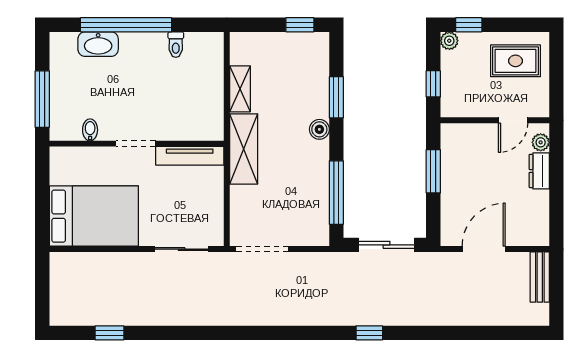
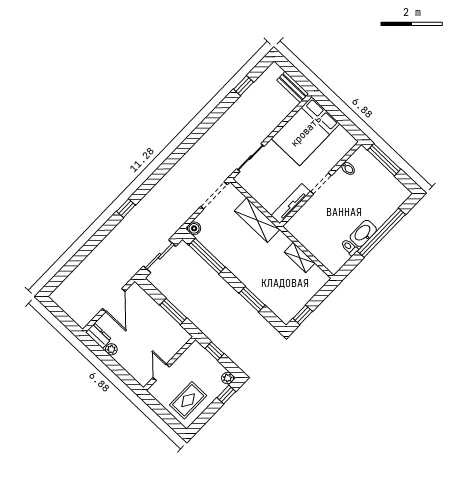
washbasin: (98, 44) -> (363, 233), moved
boiler: (319, 129) -> (194, 228), moved
plant: (541, 142) -> (111, 349), moved
shelving: (244, 149) -> (257, 220), moved
dresser: (539, 171) -> (98, 336), moved
bench: (540, 277) -> (293, 87), moved

